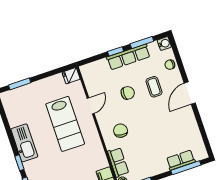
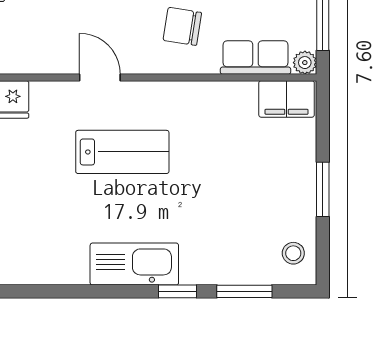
lab bench: (65, 124) -> (122, 152), width x0.73, depth x0.72

